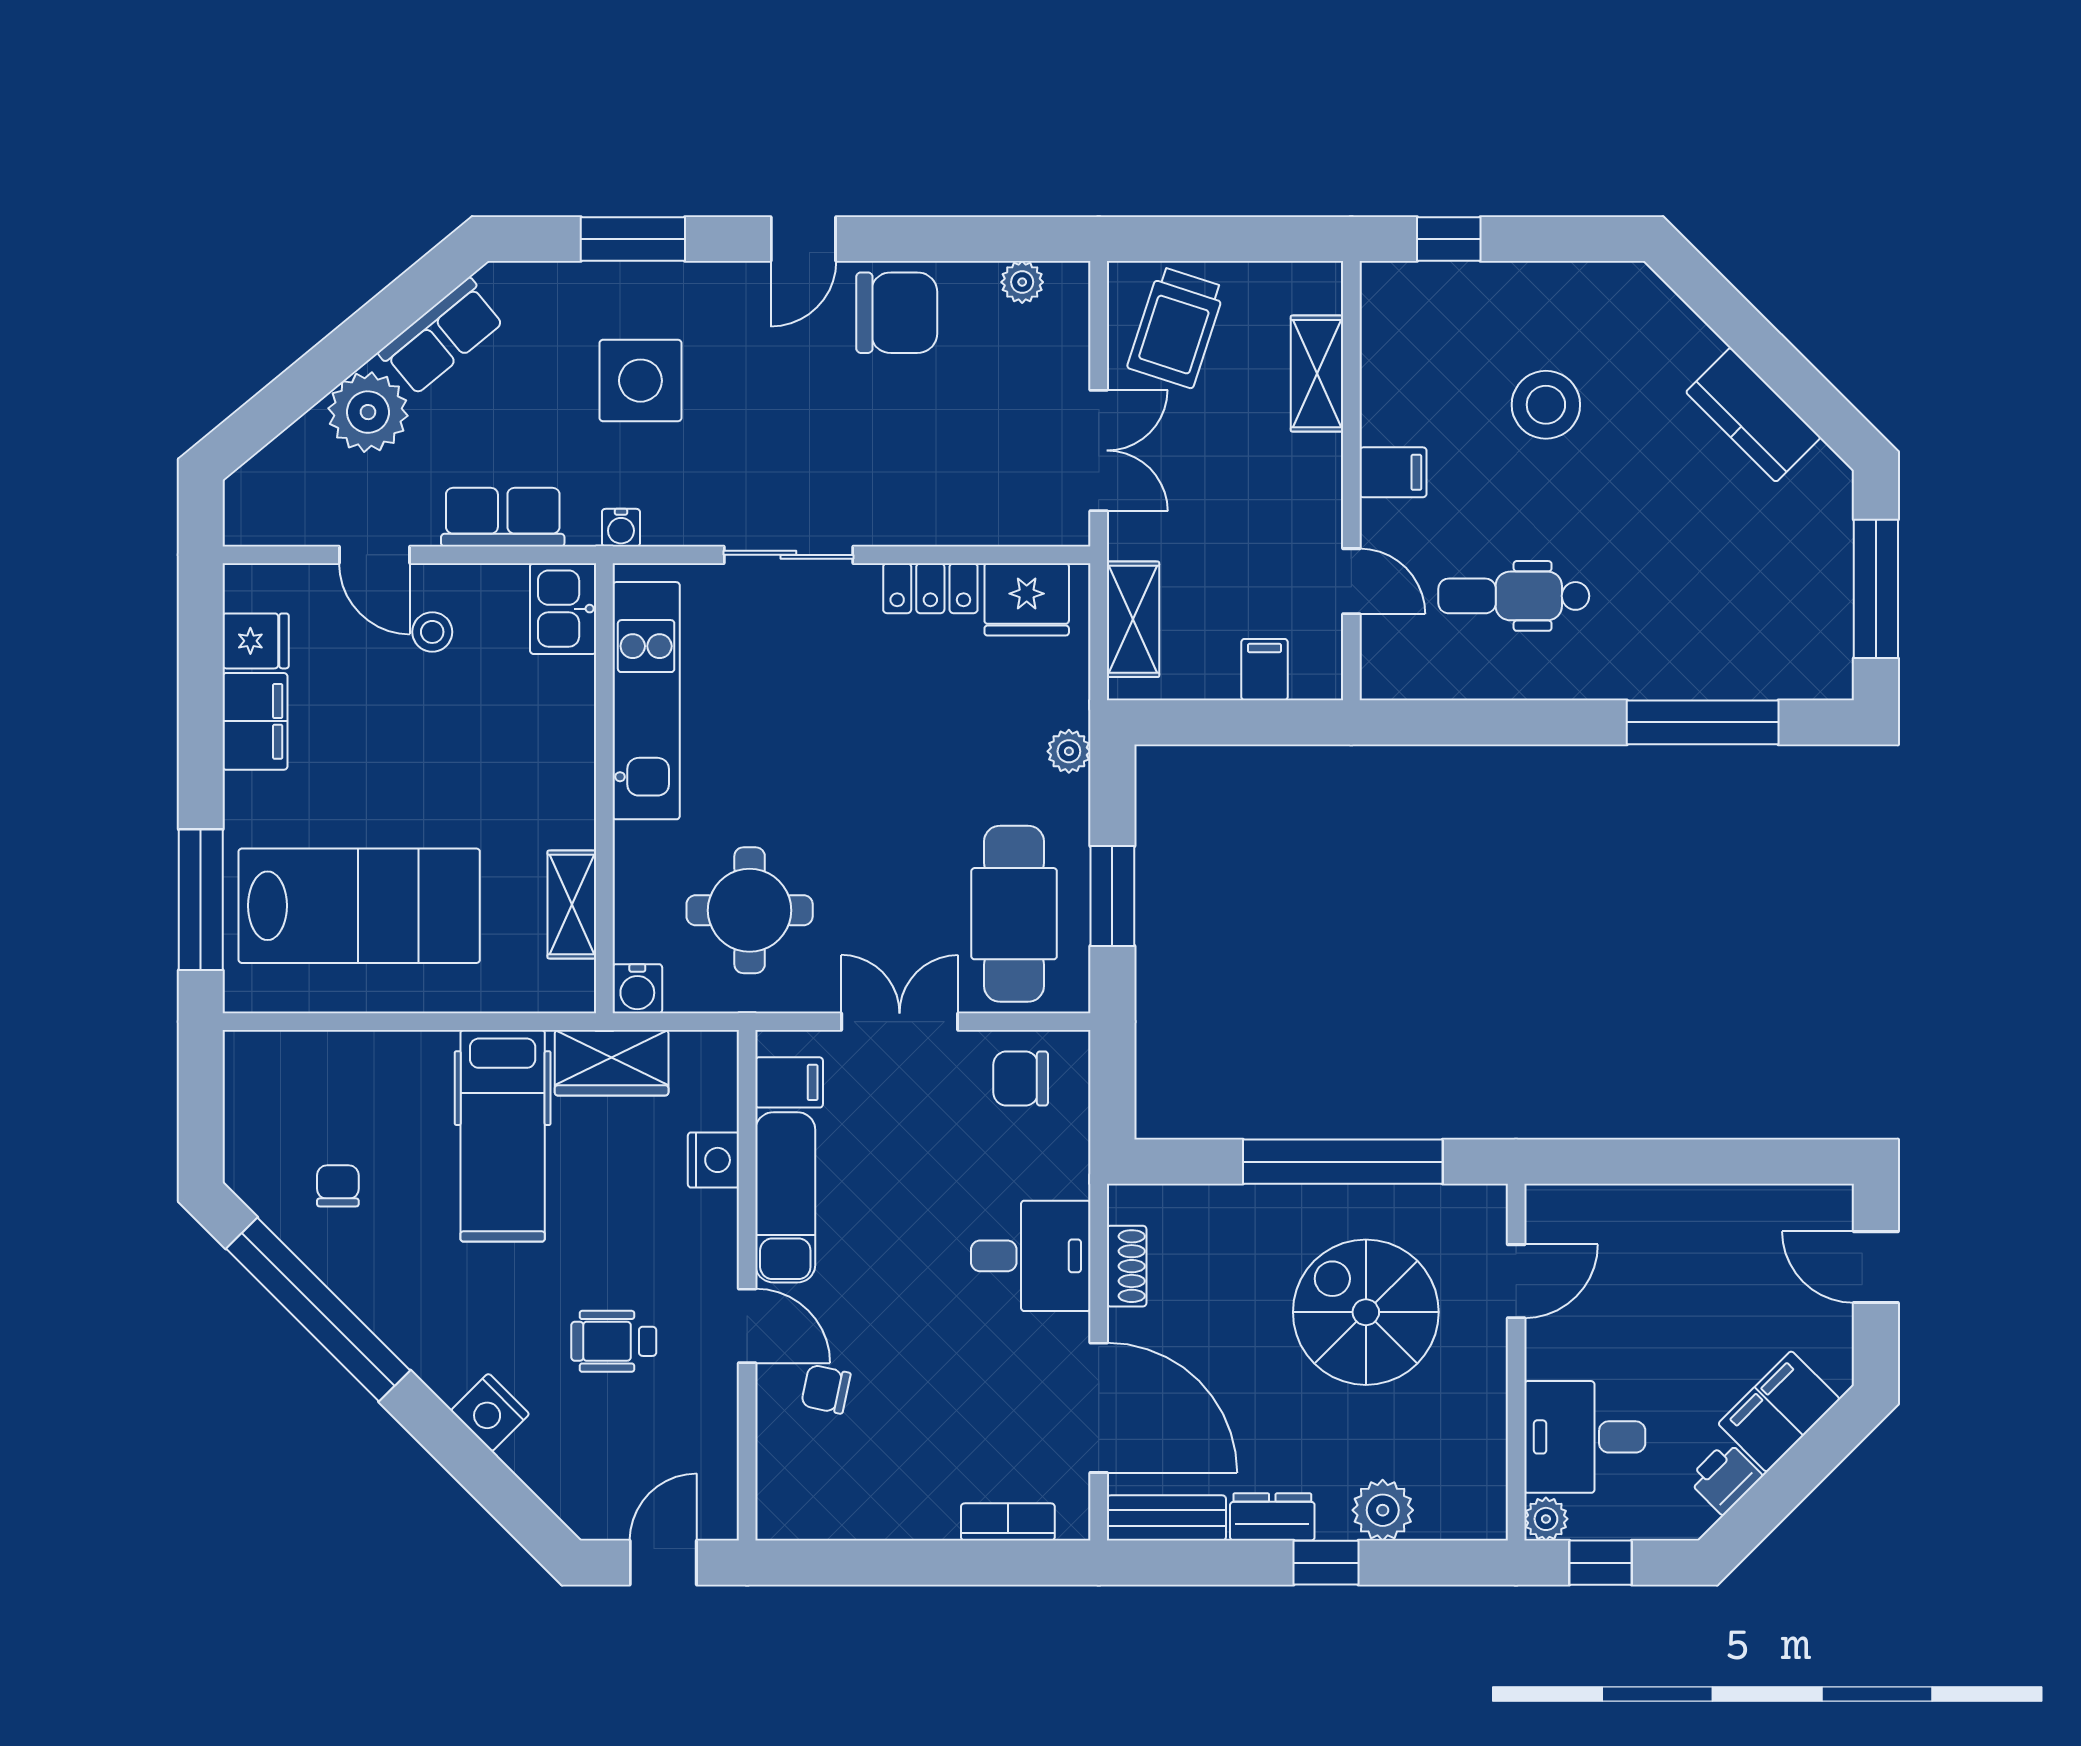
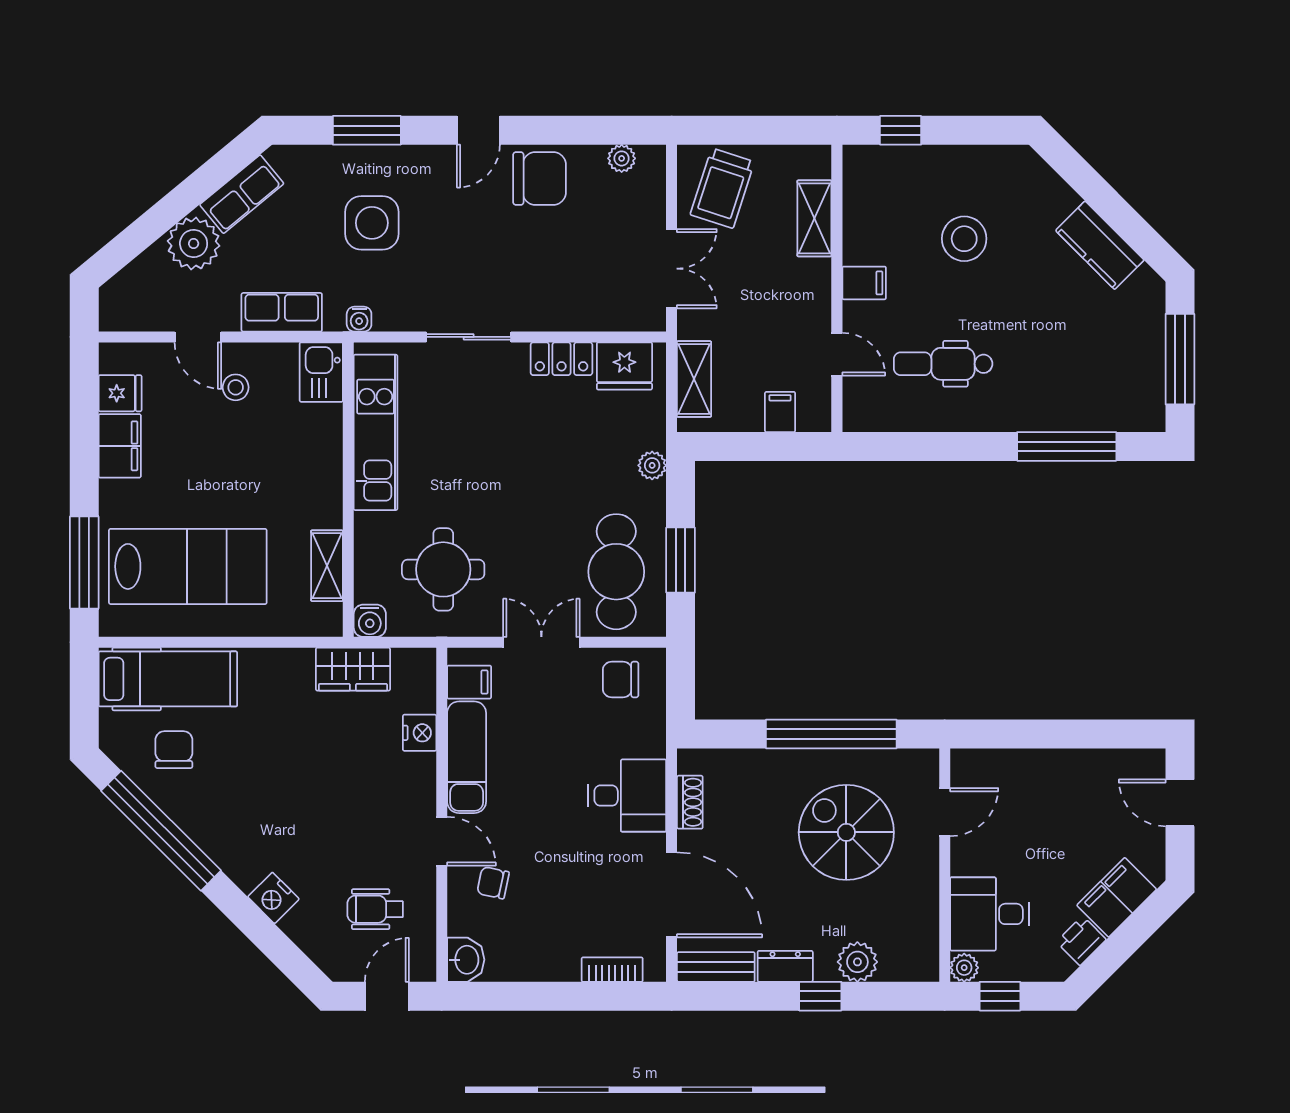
hospital bed: (503, 1136) -> (168, 679), moved, turned -90
chair: (338, 1186) -> (174, 750), width x1.37, depth x1.37
wheelchair: (614, 1341) -> (375, 909), moved
washbasin: (784, 1507) -> (466, 960), added

